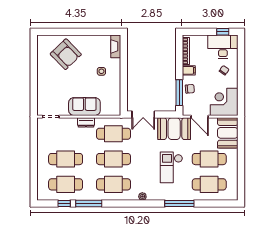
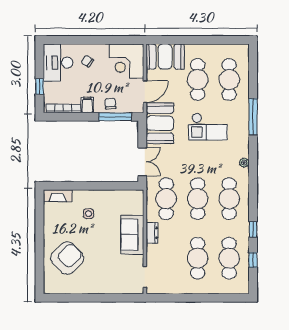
window: (223, 32) -> (39, 86), moved
window: (89, 204) -> (253, 230), width x0.46

